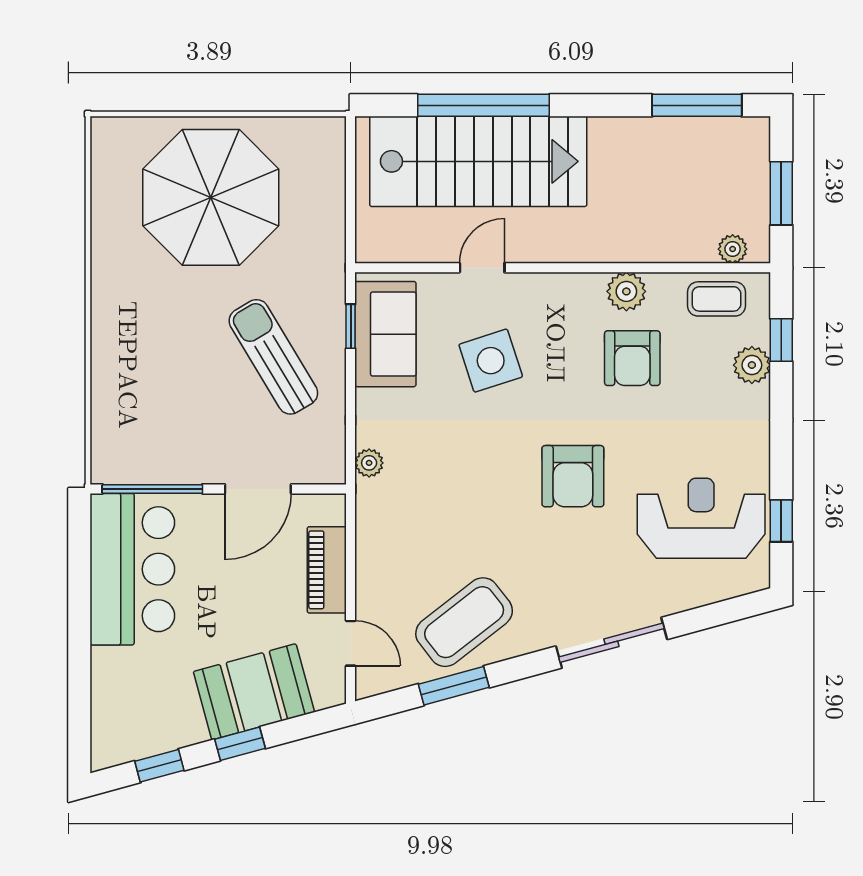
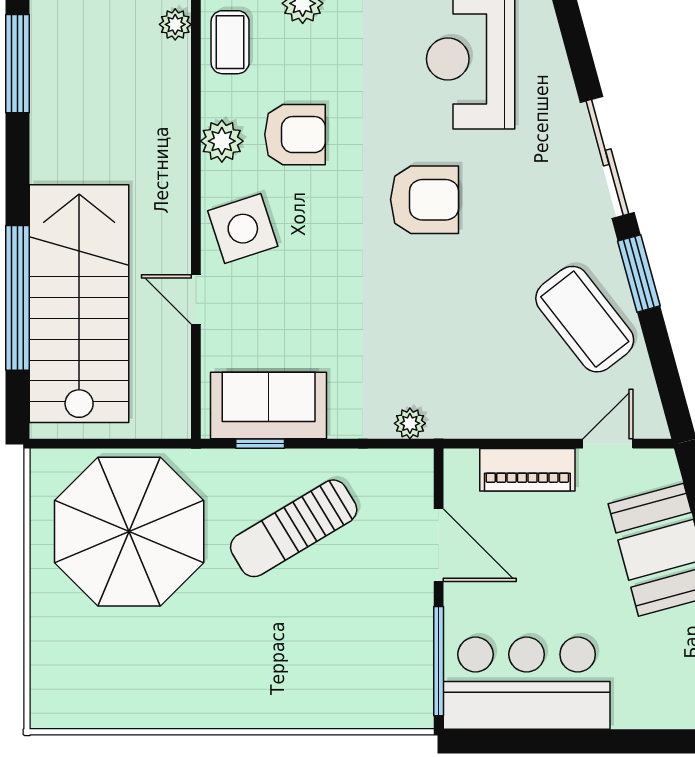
parasol: (211, 197) -> (129, 532), moved
side table: (491, 361) -> (243, 229), moved
window: (454, 686) -> (639, 273), moved

